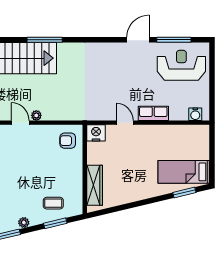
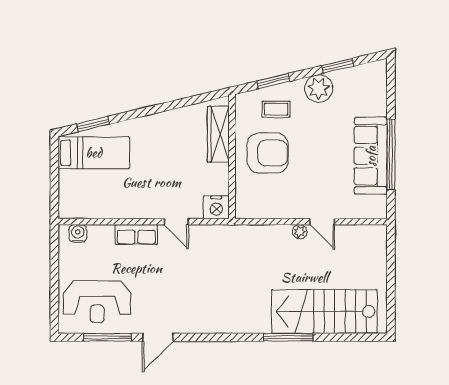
armchair: (68, 141) -> (268, 153), moved, width x1.88, depth x1.88
plant: (24, 222) -> (319, 89), width x1.88, depth x1.88

